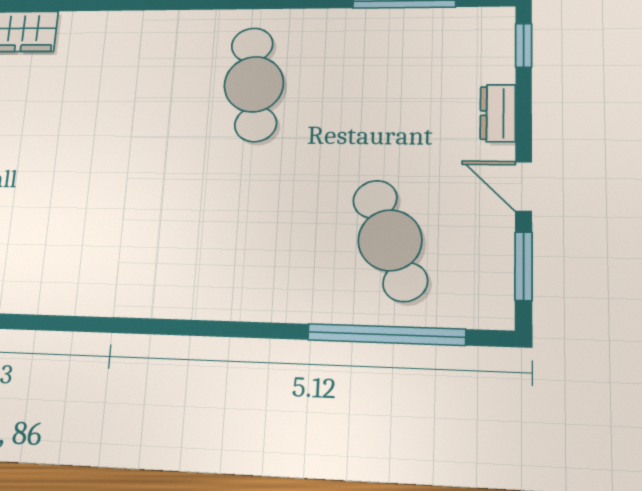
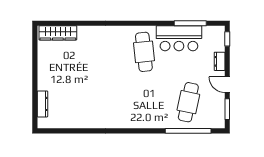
bar counter: (366, 44) -> (179, 38), added
cafe table: (390, 240) -> (188, 102), turned 33

